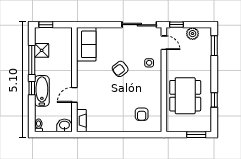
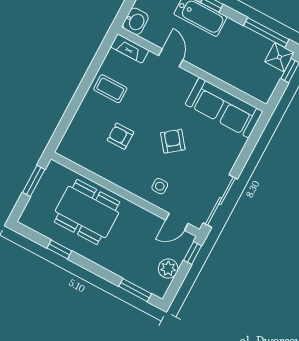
sofa: (86, 44) -> (224, 108), width x1.36
shower: (42, 50) -> (279, 57), moved
window: (32, 60) -> (266, 32), moved
armchair: (142, 114) -> (121, 136), moved
coffee table: (110, 119) -> (110, 89), added
window: (196, 135) -> (34, 181), moved

